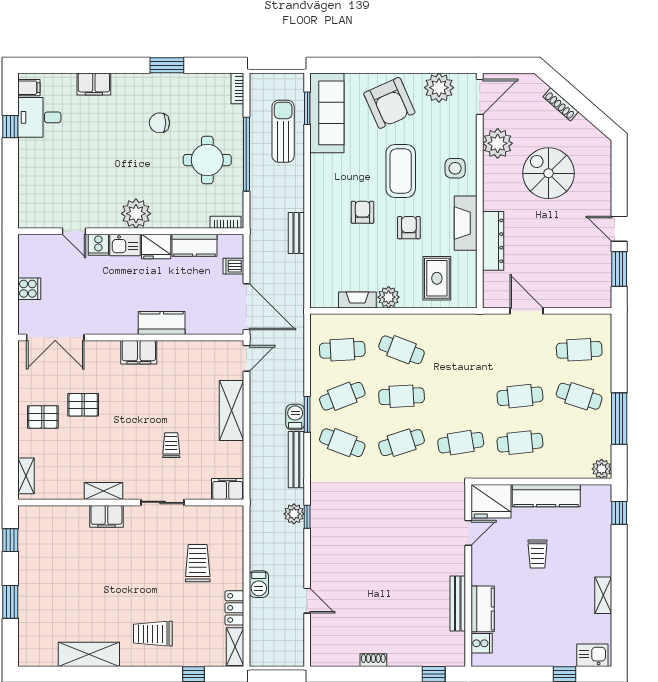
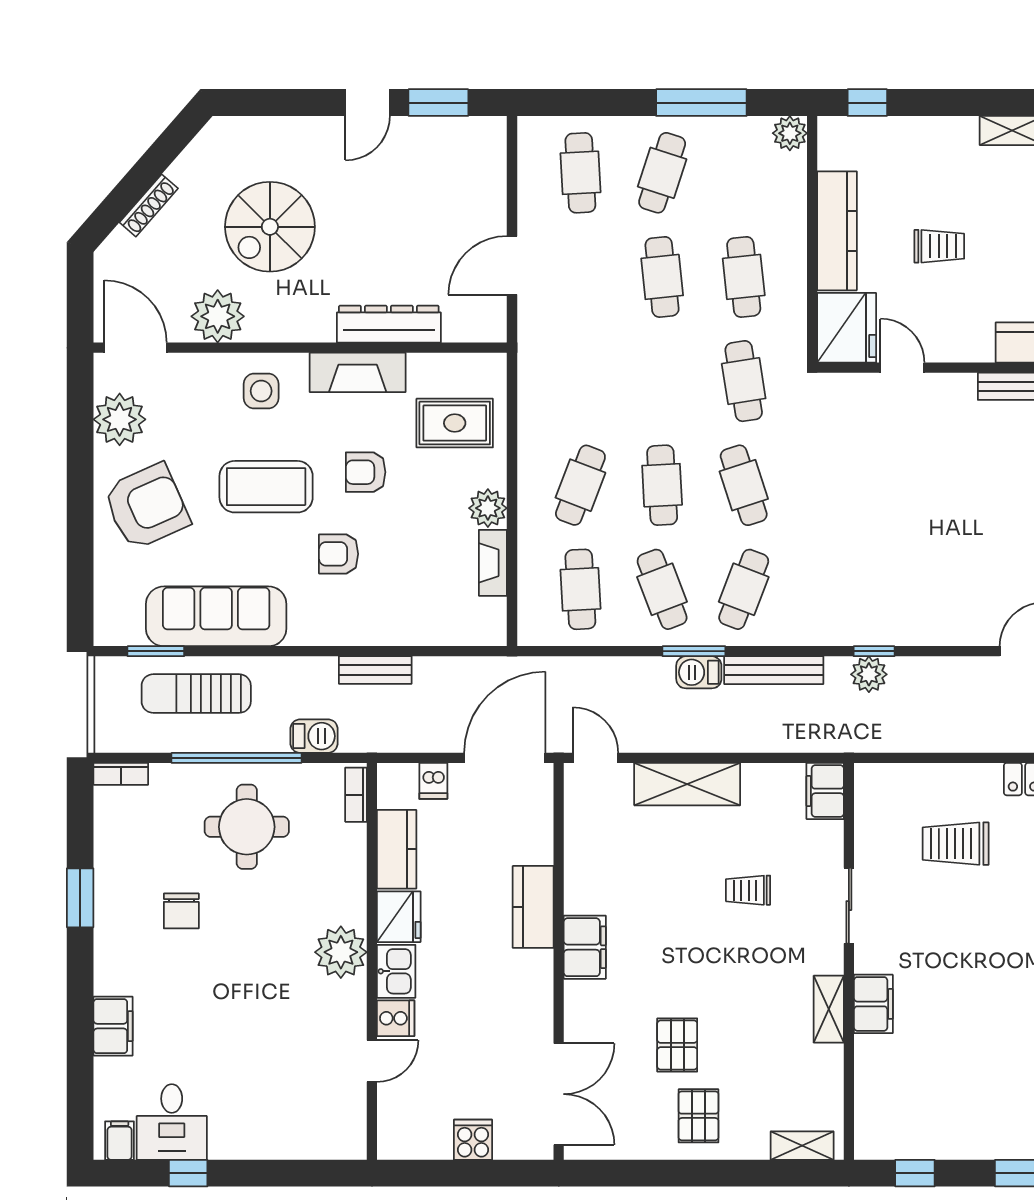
sofa: (327, 113) -> (216, 616), moved
barbecue: (259, 584) -> (314, 736), moved

